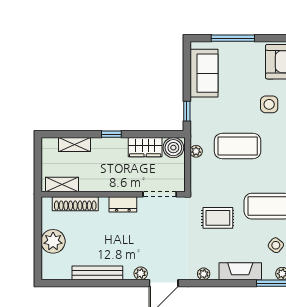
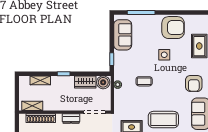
coffee table: (238, 146) -> (144, 81), width x0.54, depth x0.58

